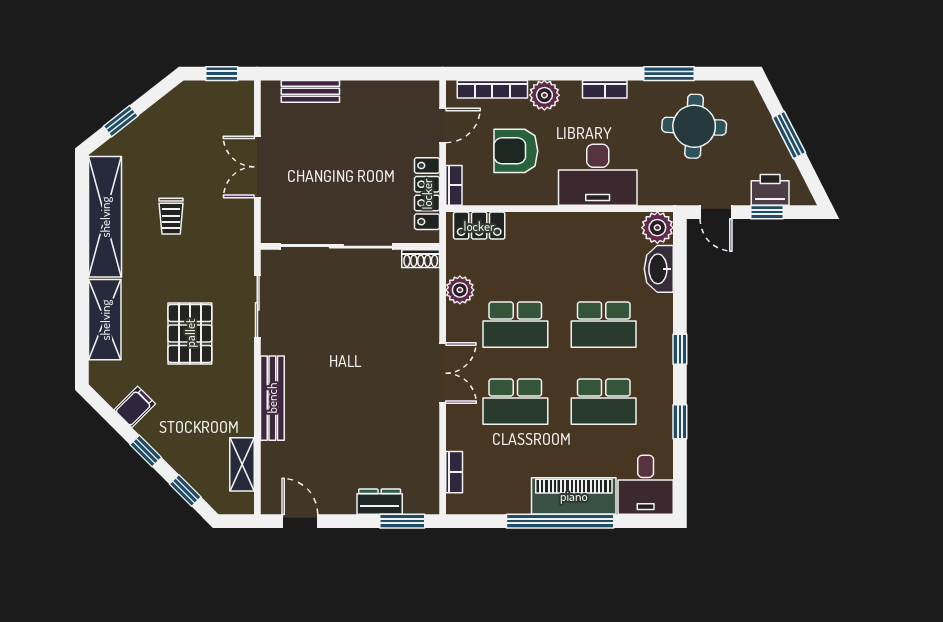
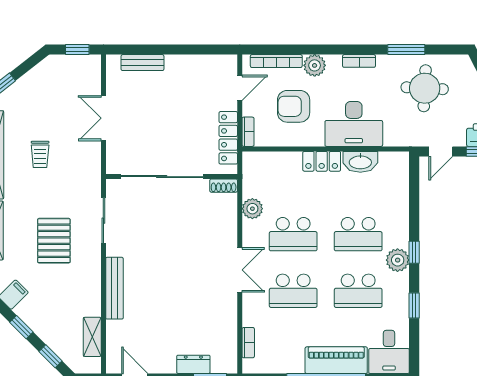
door: (716, 212) -> (441, 151), hinge flipped
locker: (479, 226) -> (322, 161), moved
plant: (657, 228) -> (398, 260), moved
washbasin: (659, 269) -> (360, 162), moved, turned -90

